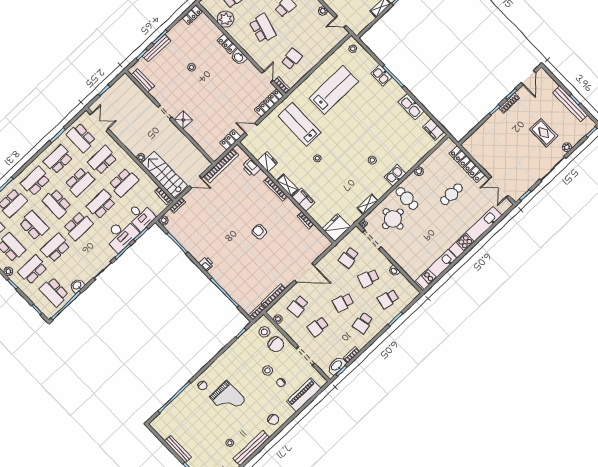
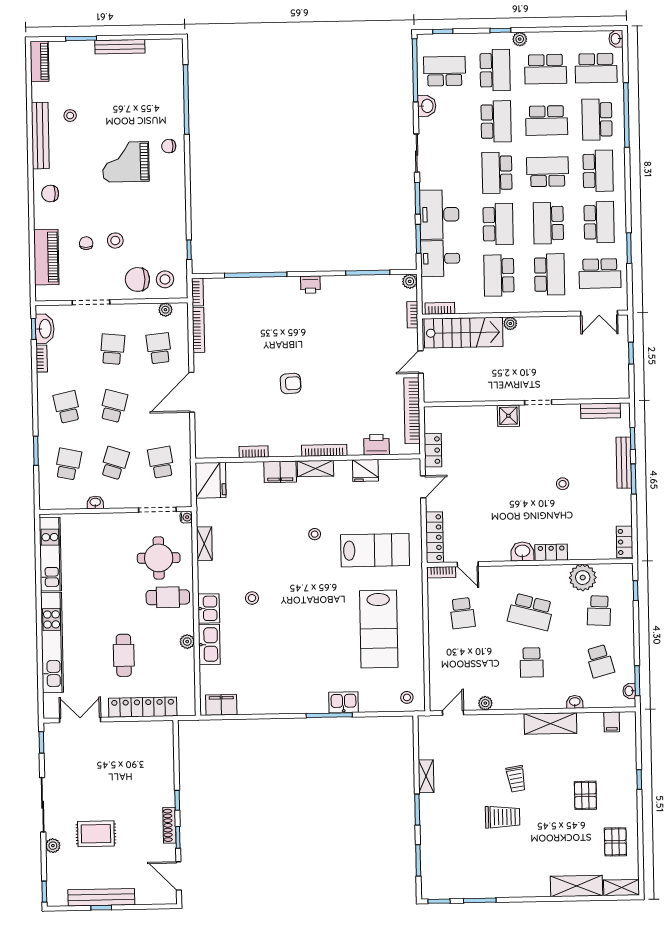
kitchen sink: (411, 107) -> (209, 645), moved, turned 90
school desk: (81, 138) -> (600, 273), turned 180

